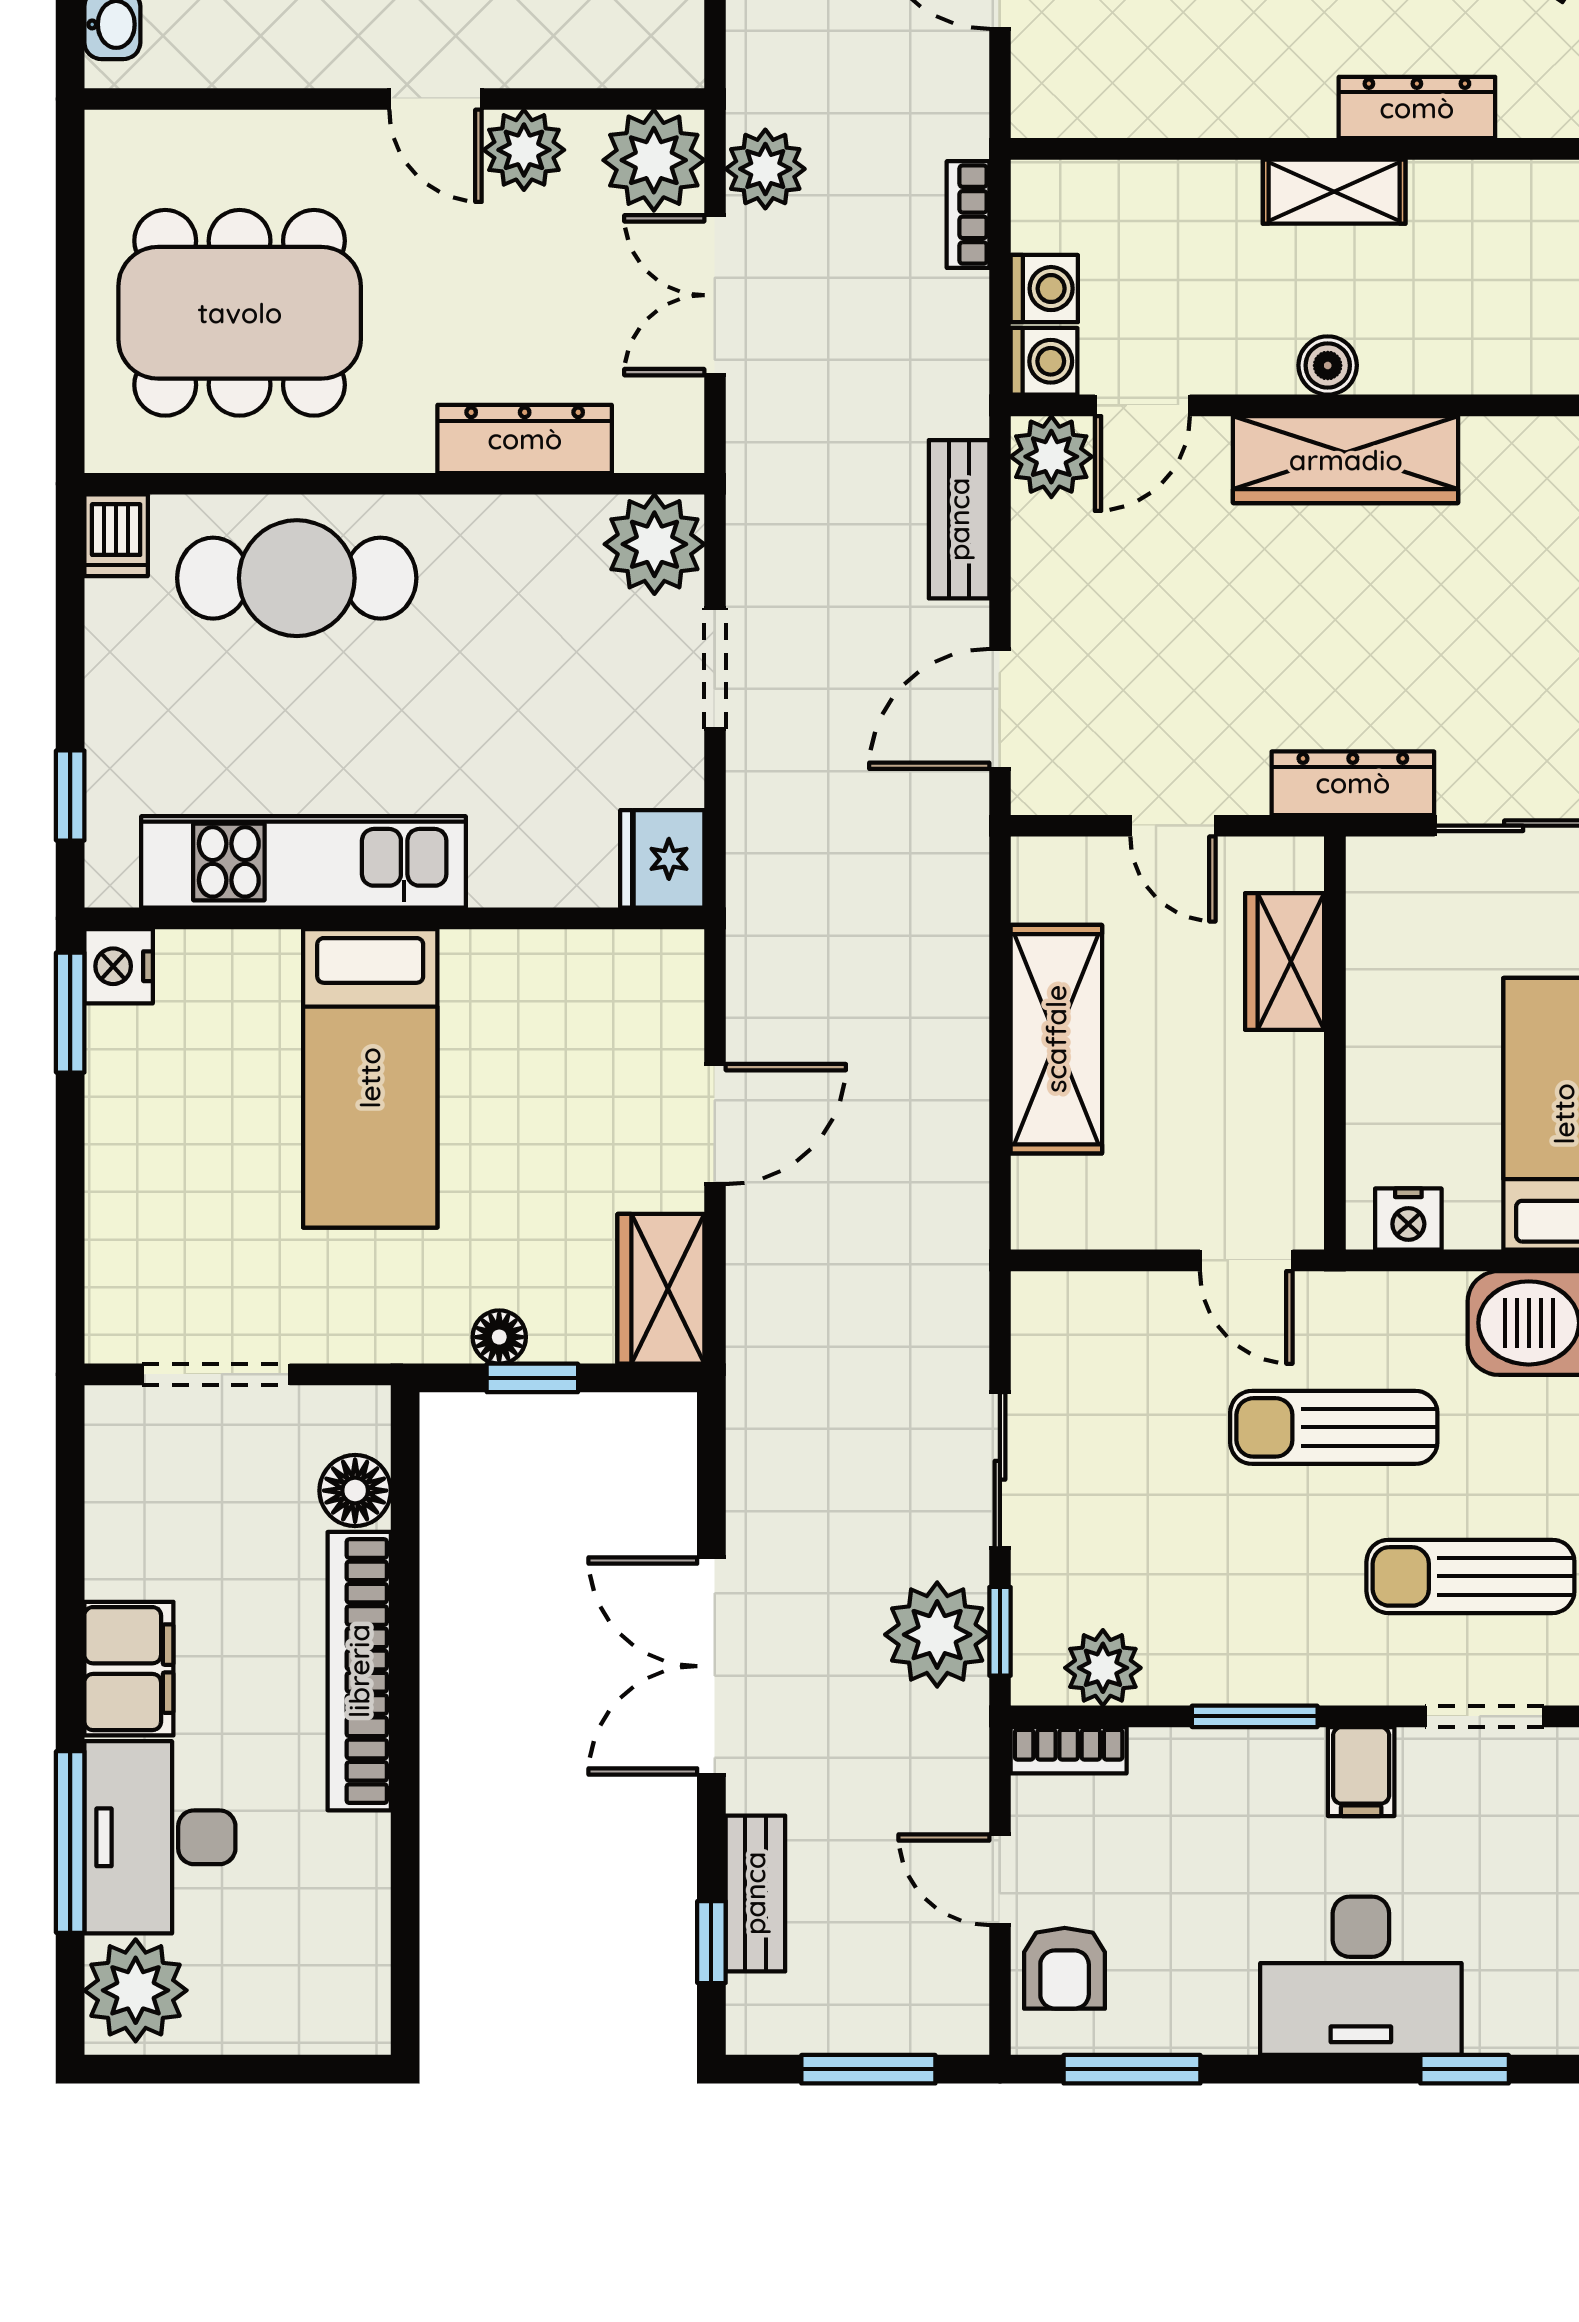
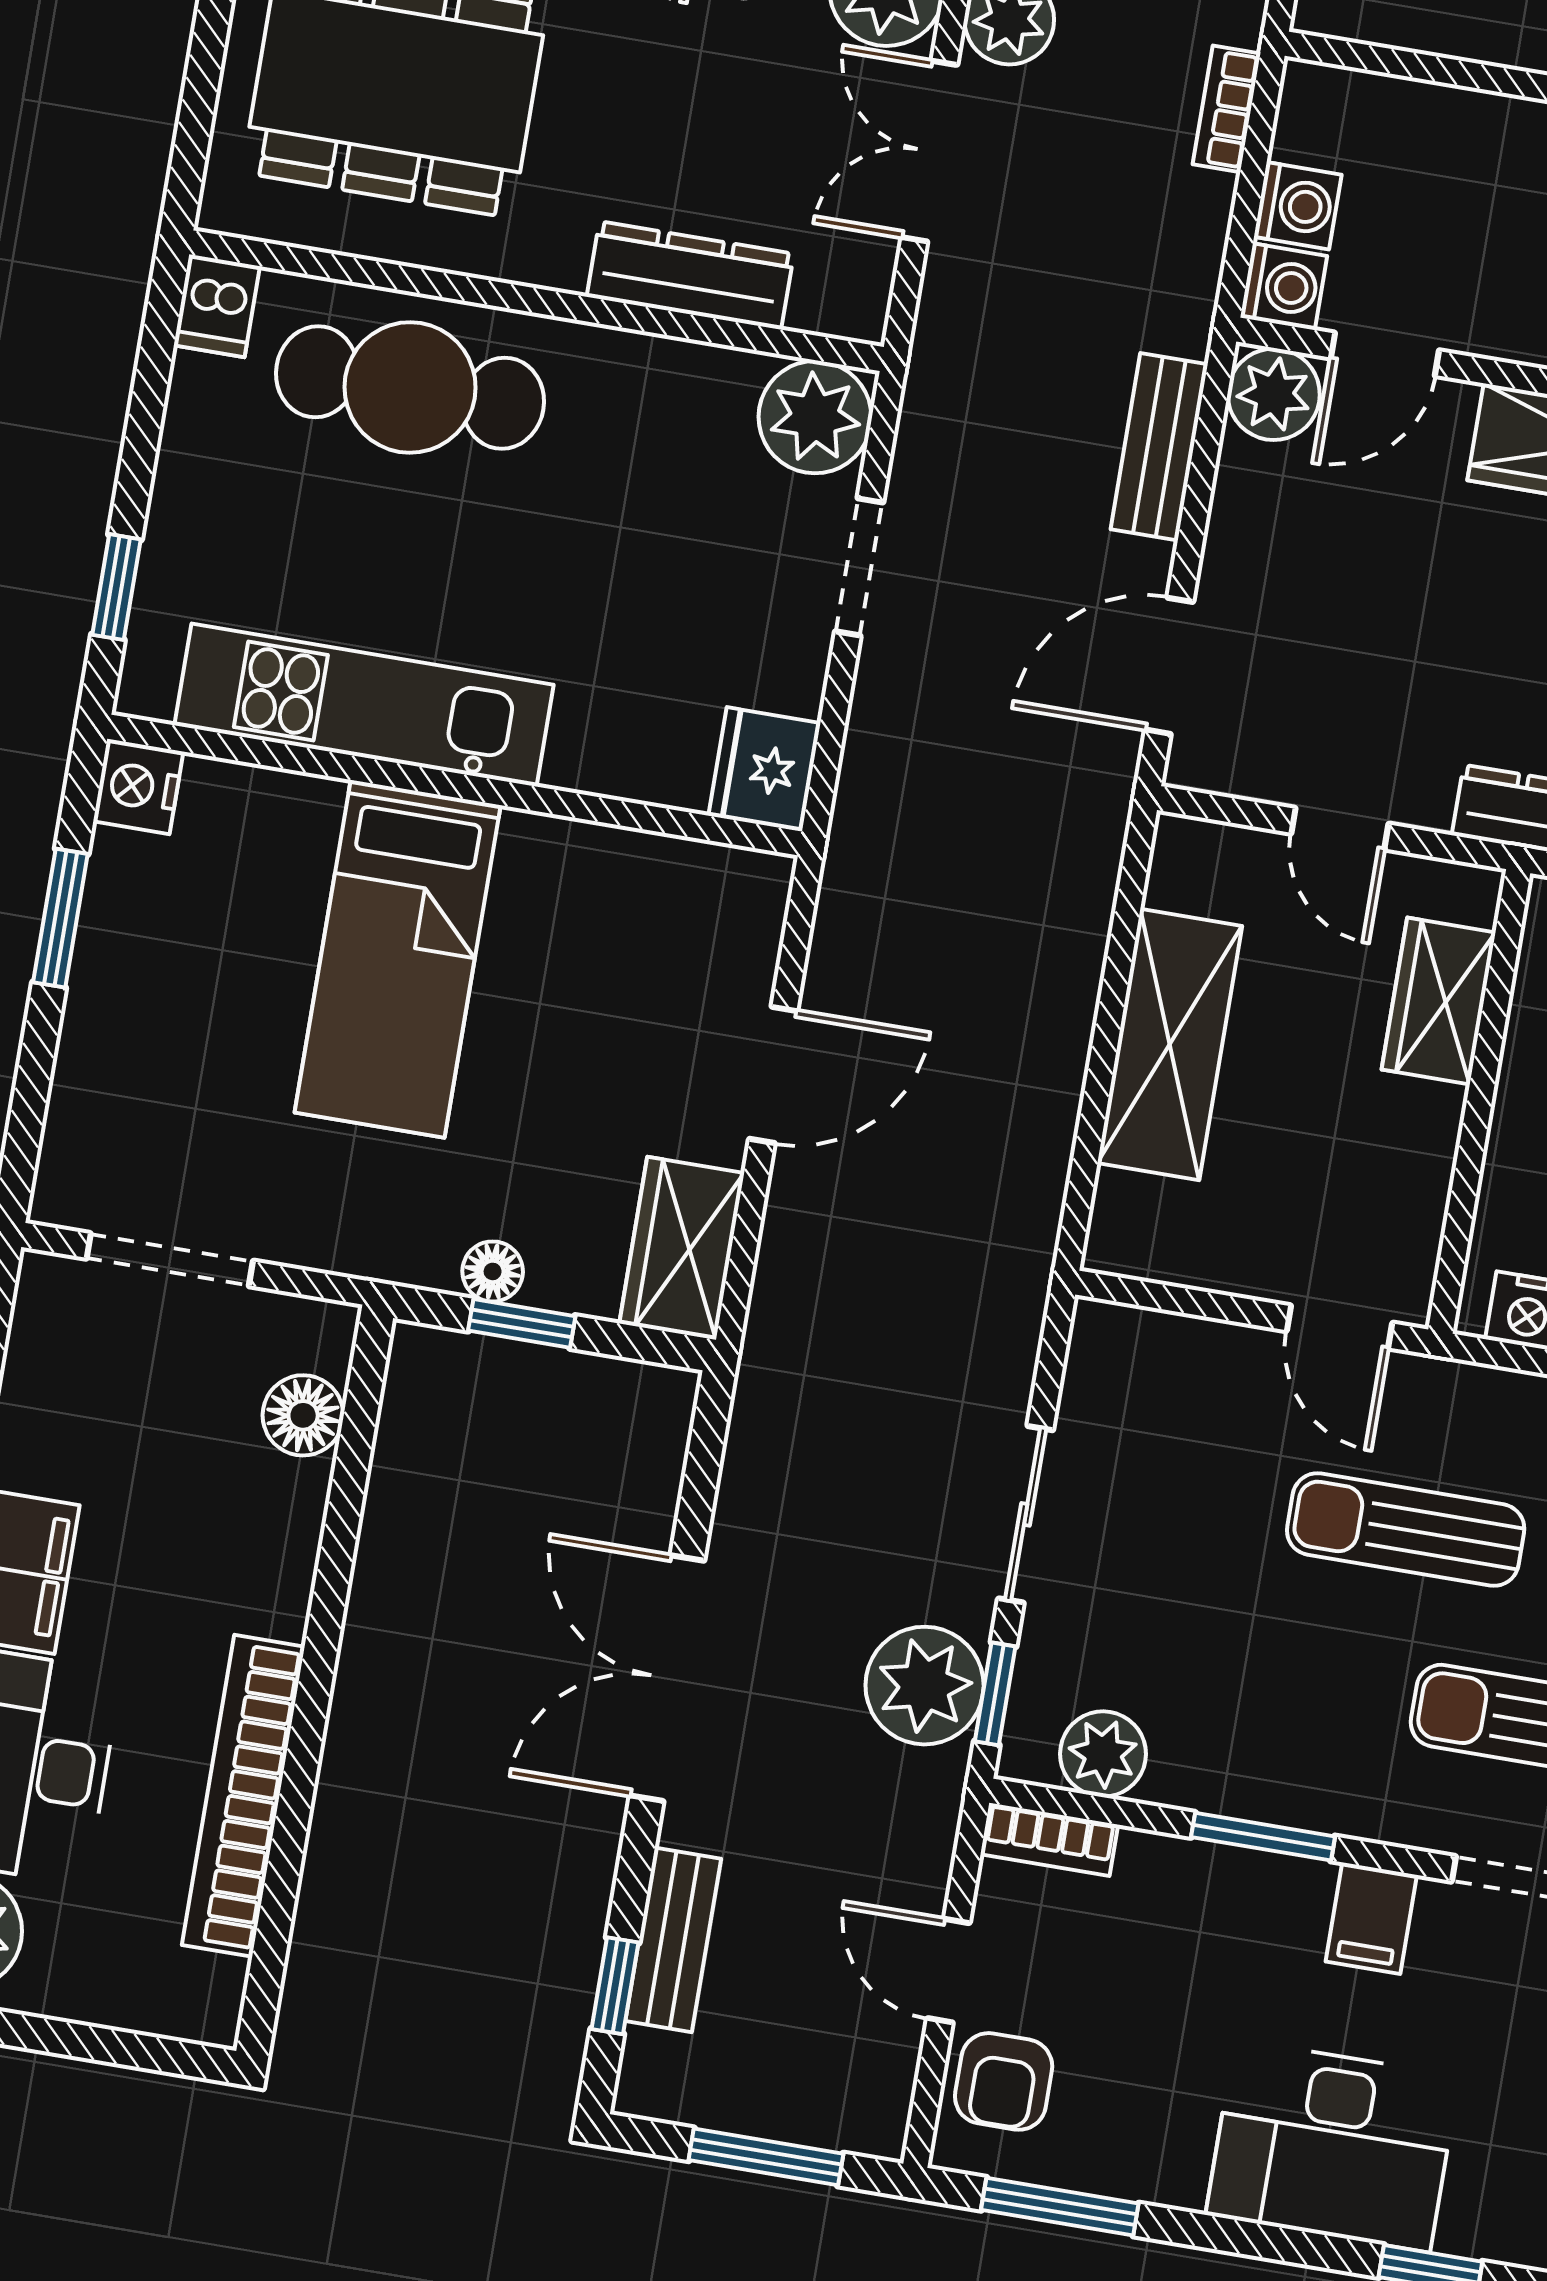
window: (70, 1013) -> (60, 918), moved
bookcase: (359, 1671) -> (243, 1796), moved

